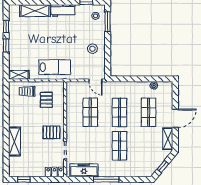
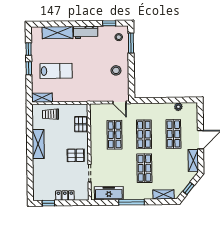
lab bench: (55, 67) -> (56, 71), moved
pallet: (46, 100) -> (81, 124), moved
shelving: (14, 142) -> (38, 144), moved
locker: (54, 172) -> (65, 195), moved
shelving: (138, 172) -> (164, 194), added

